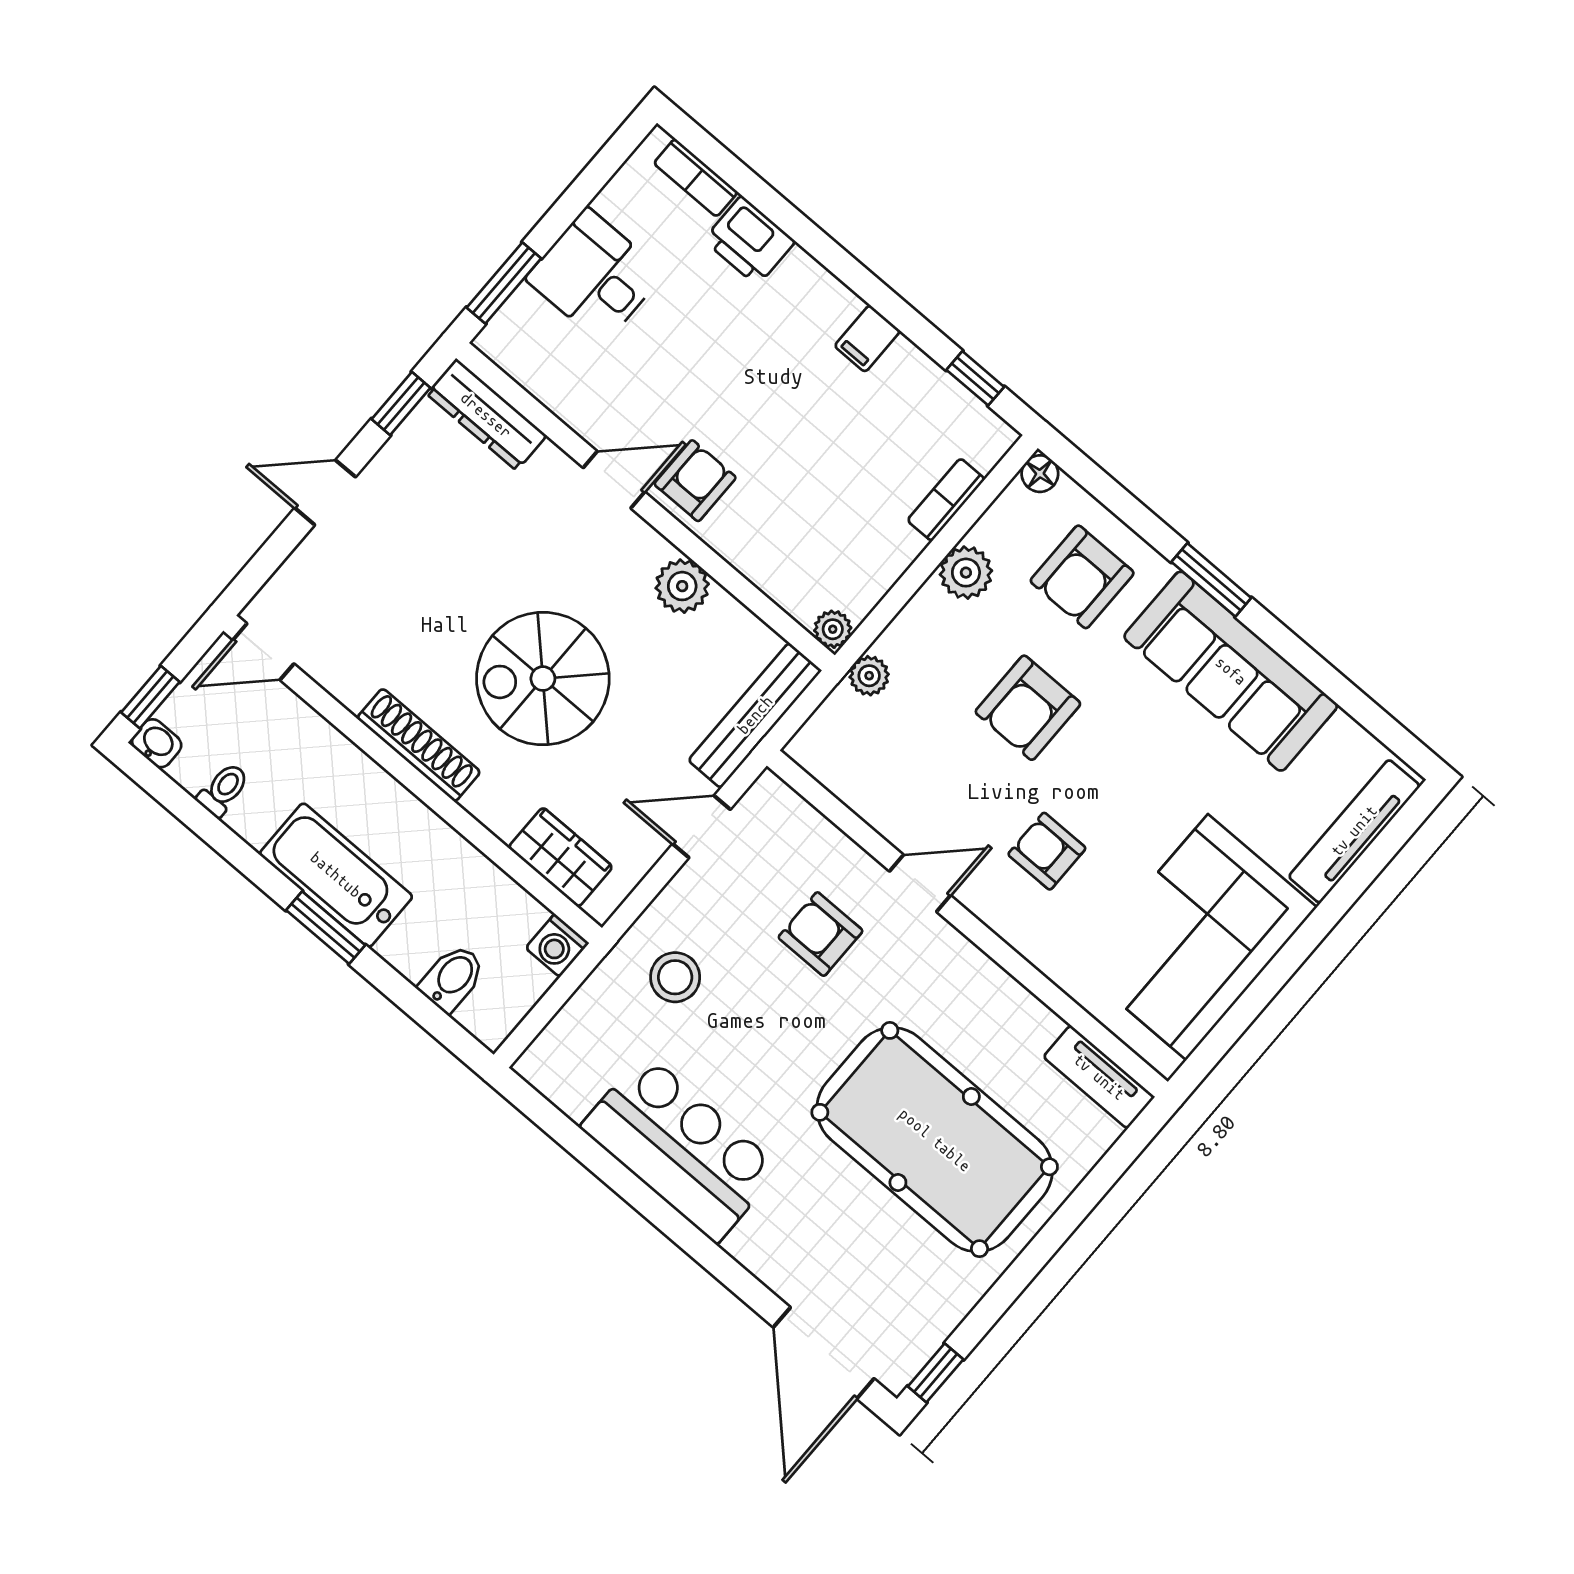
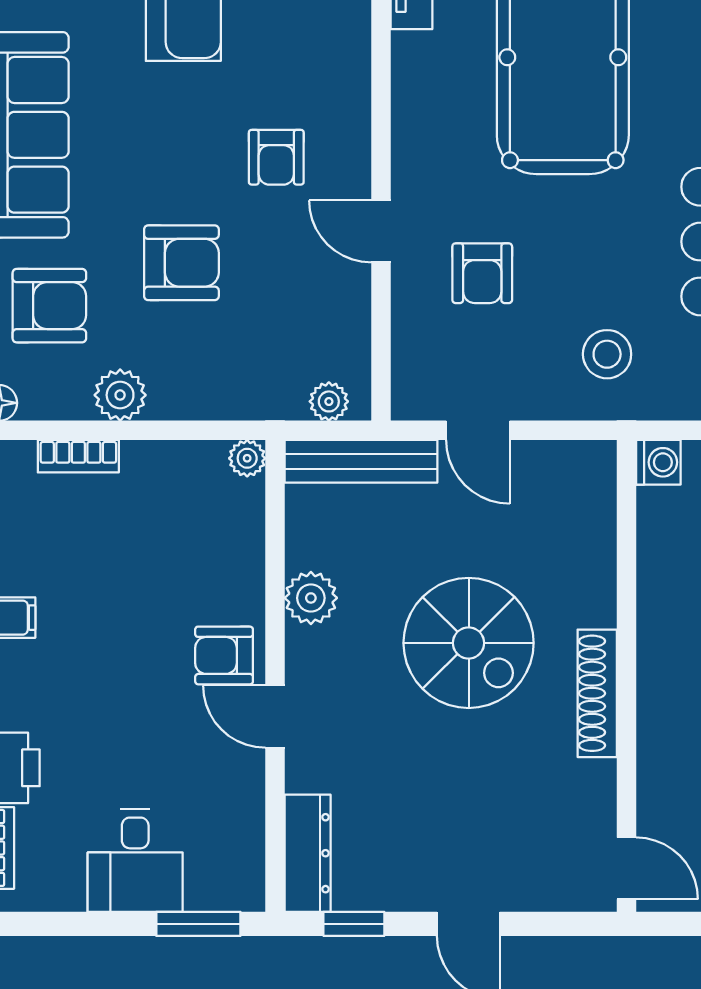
plant: (869, 676) -> (329, 401), moved
wardrobe: (561, 857) -> (590, 516), removed

